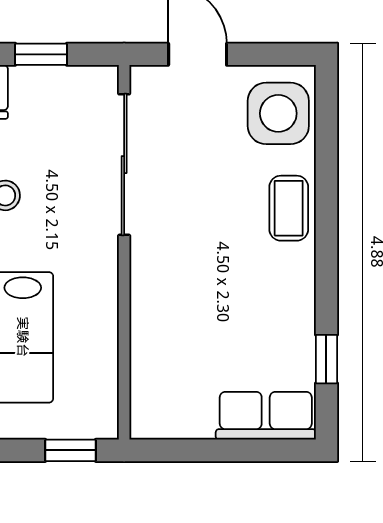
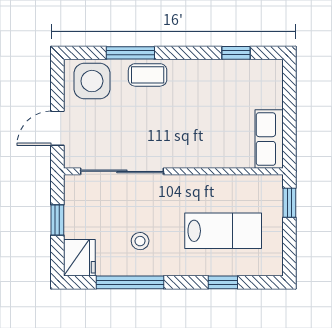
window: (326, 179) -> (130, 53), added
row of seats: (266, 416) -> (269, 139), moved

